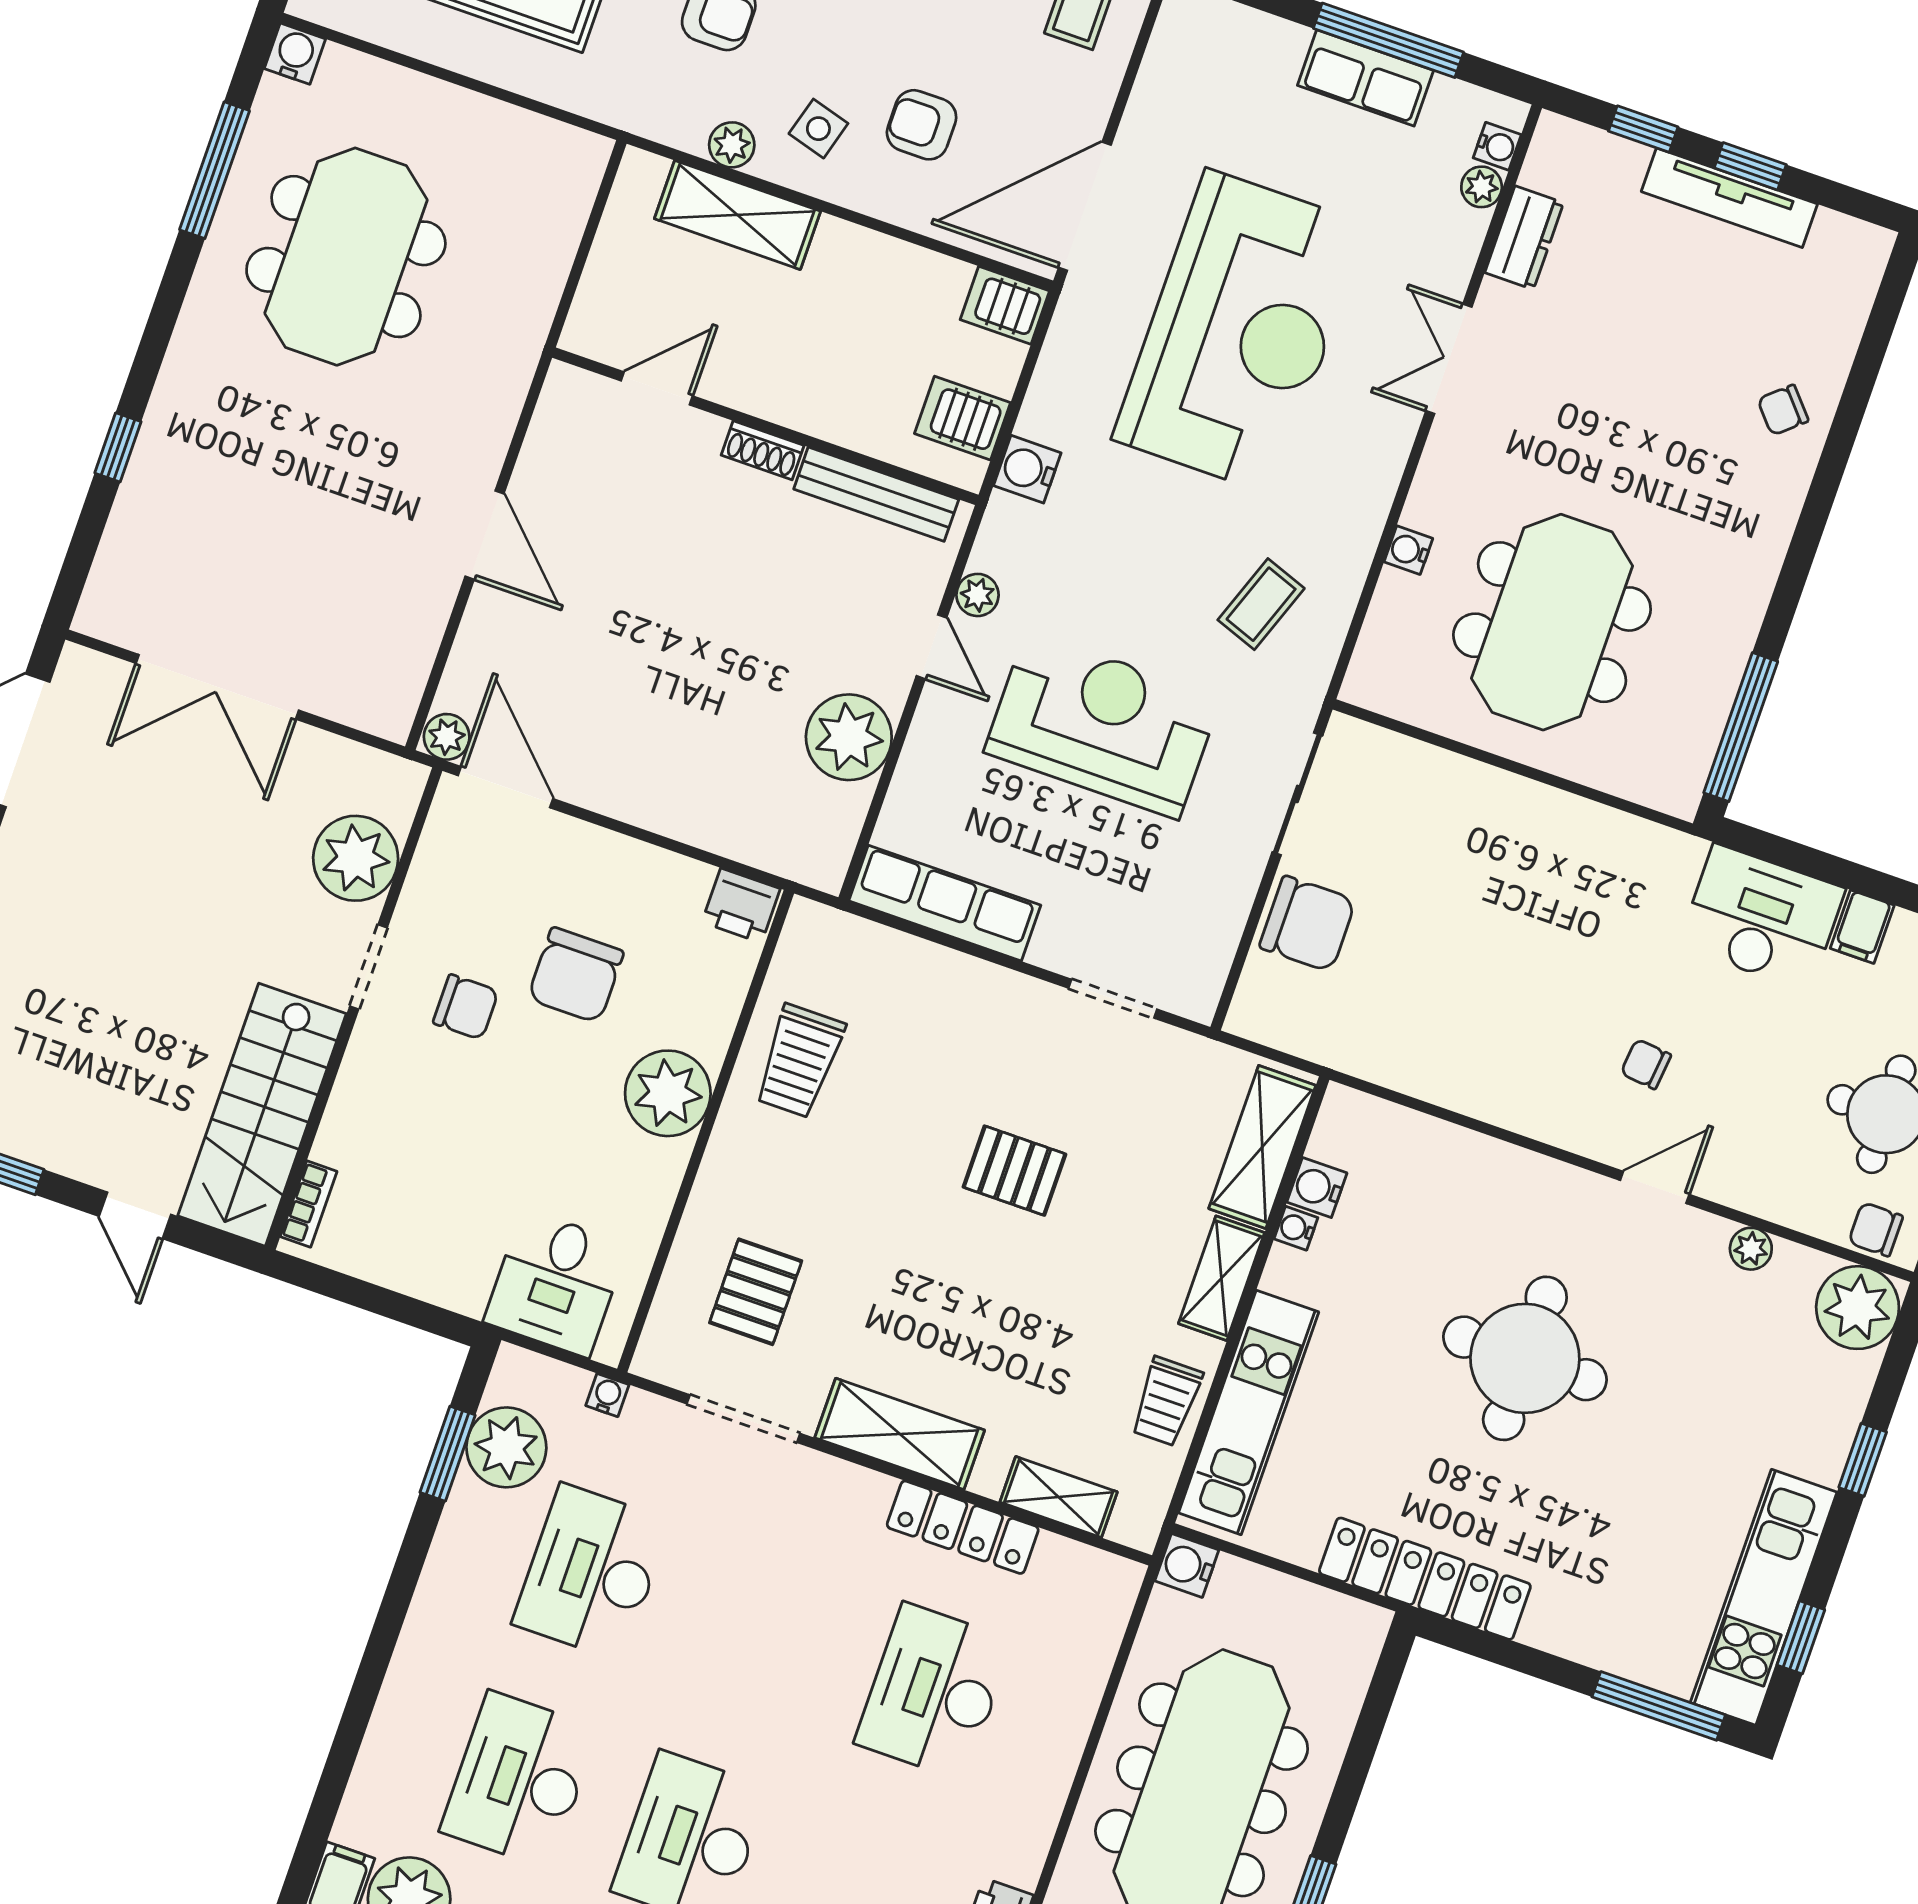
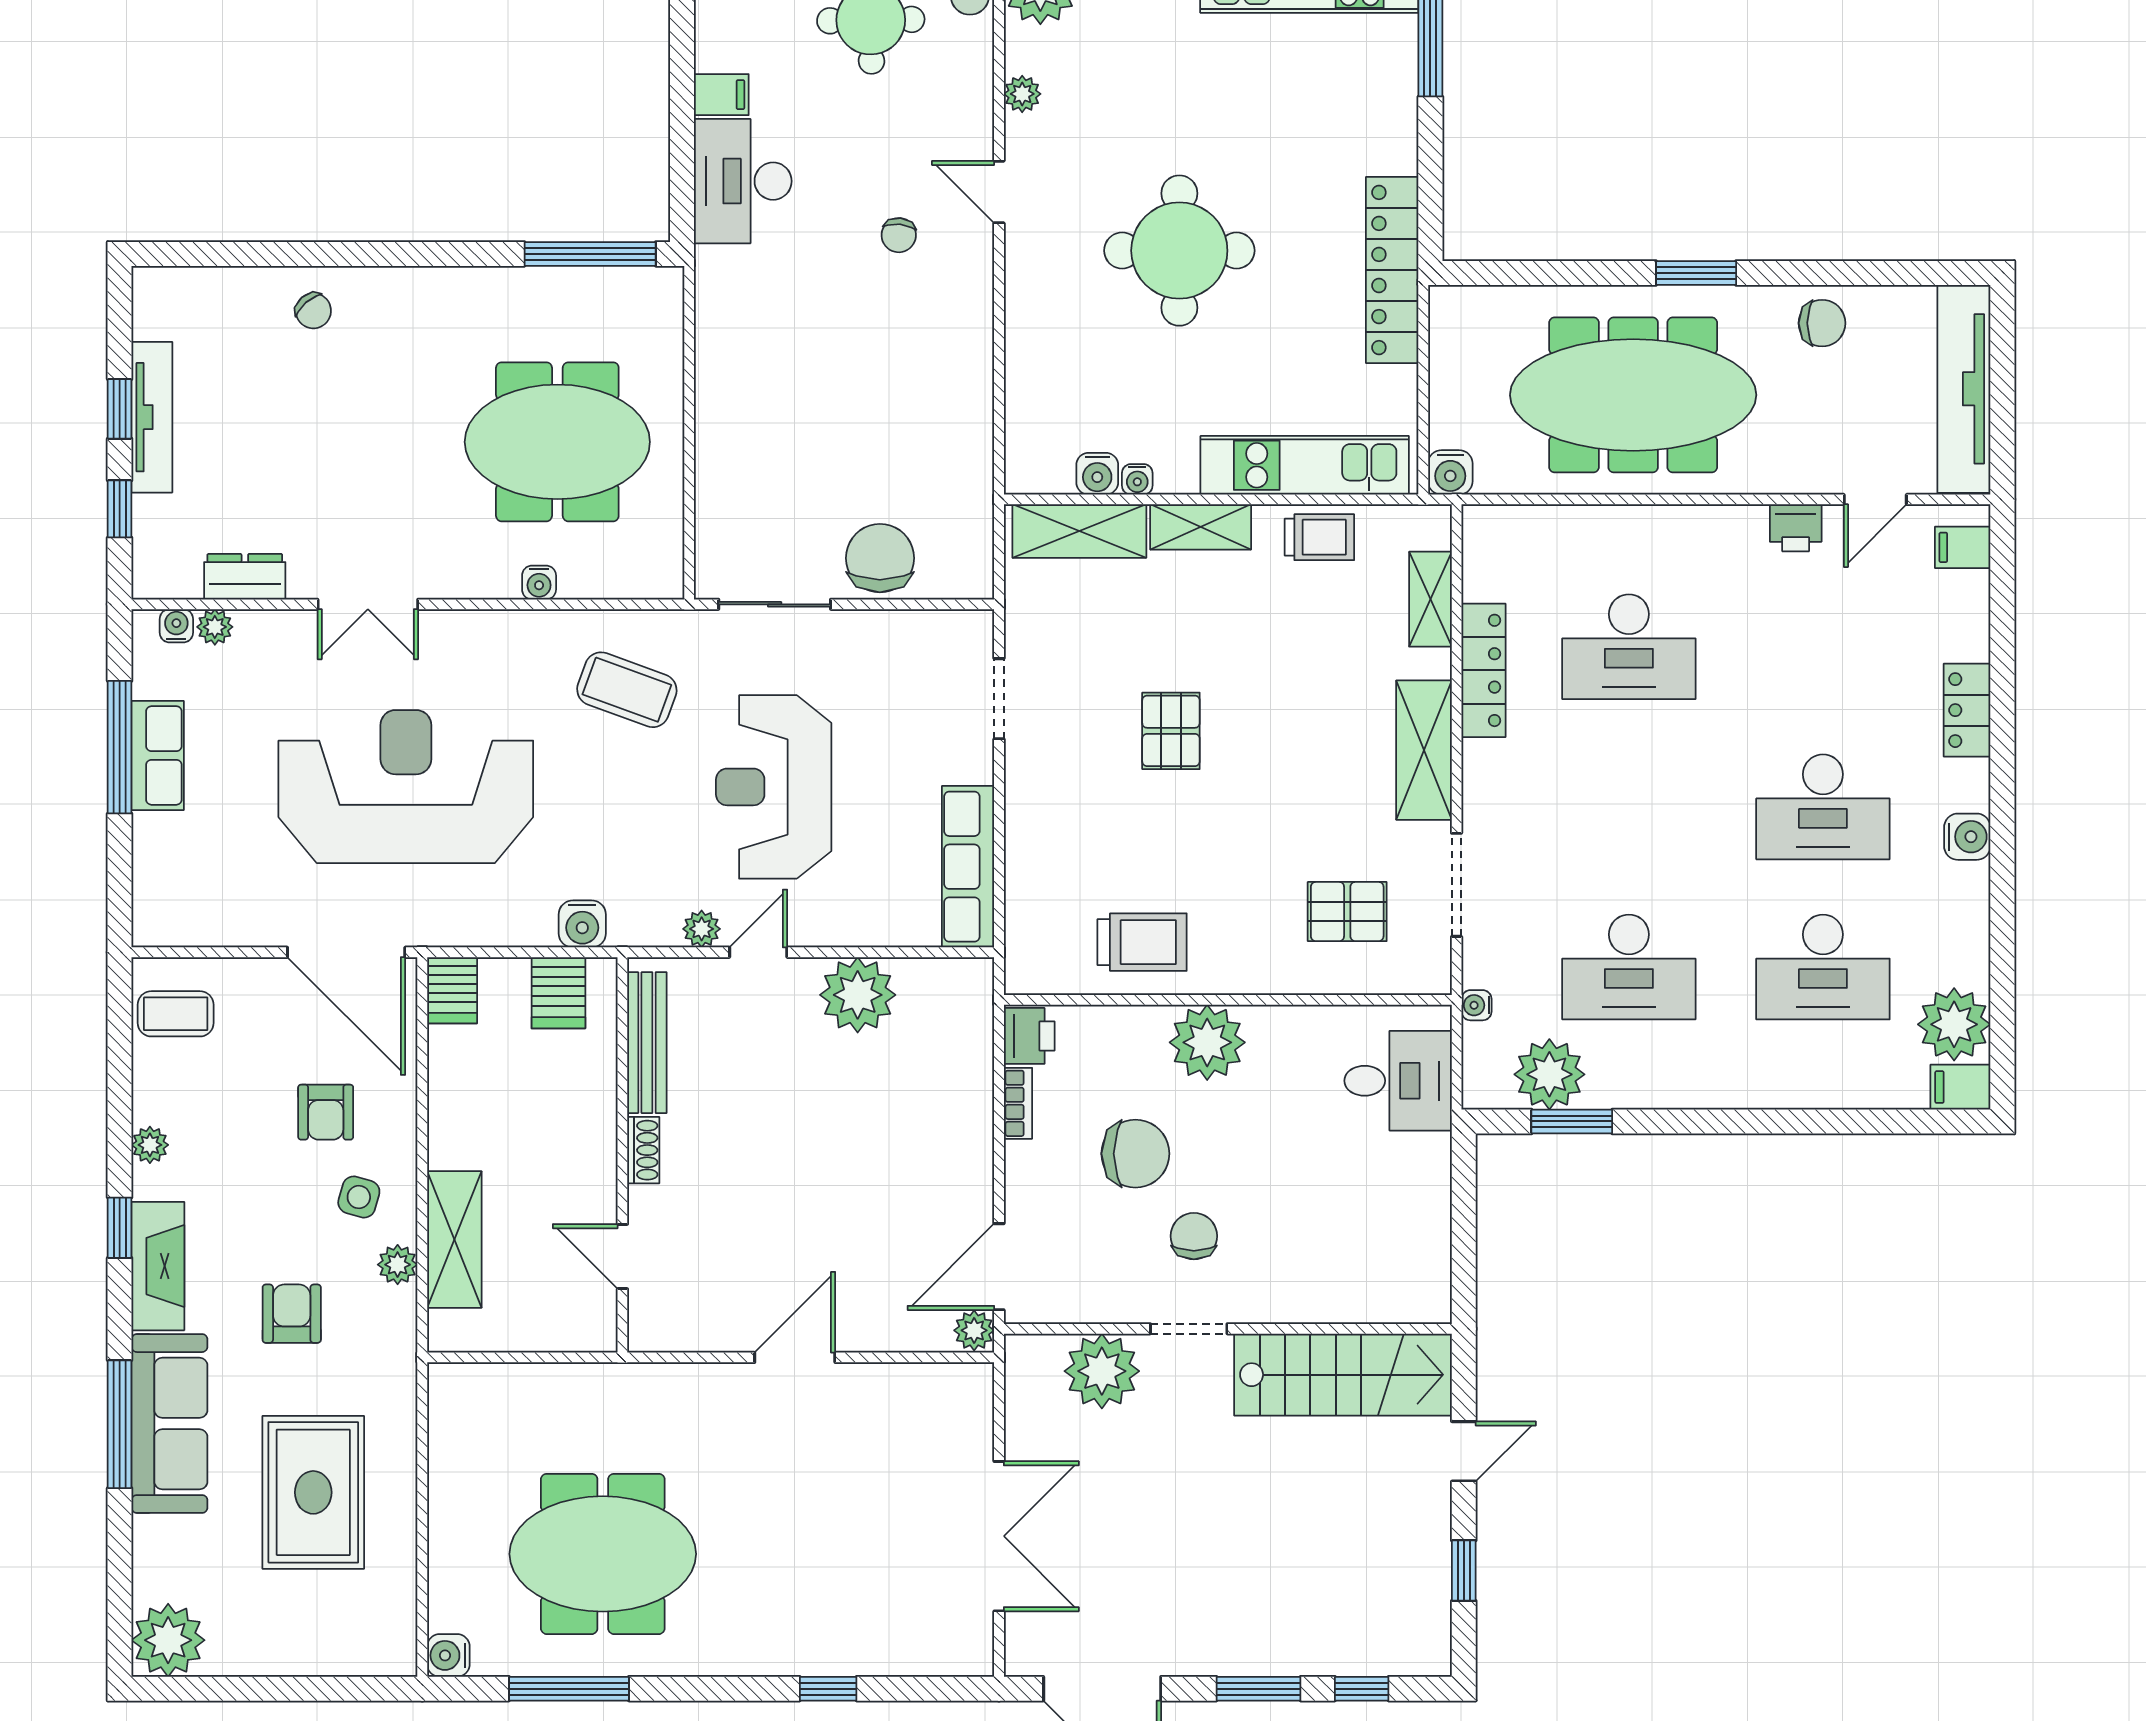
coffee table: (1261, 604) -> (627, 690), width x1.36, depth x1.30
bookcase: (309, 1204) -> (1018, 1103), moved, turned 90

